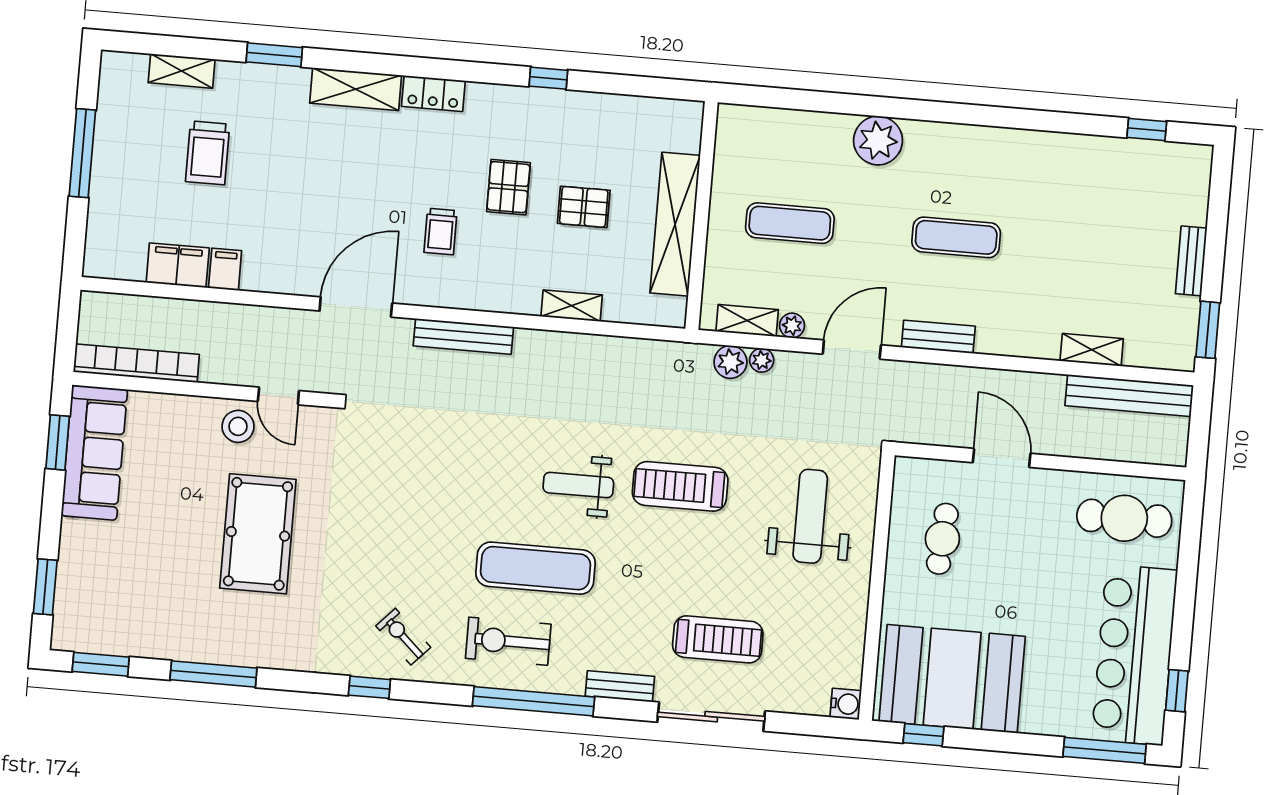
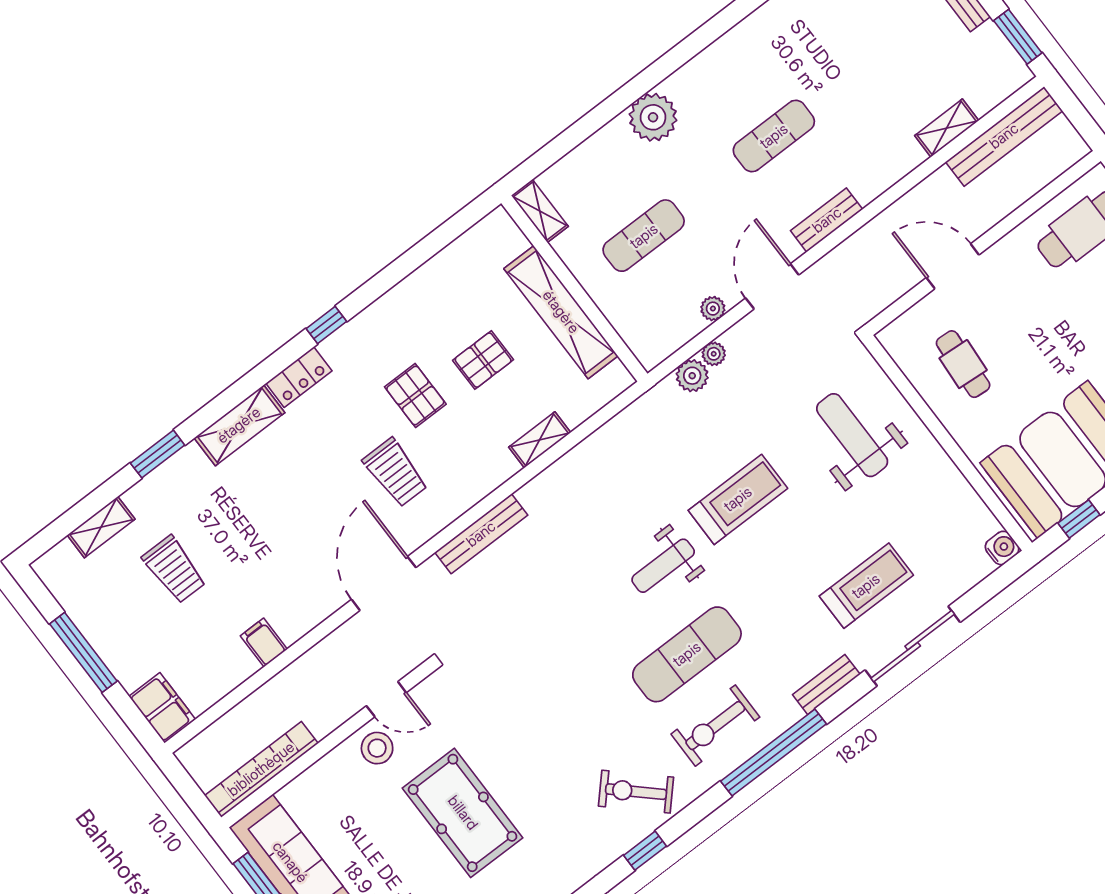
window: (548, 78) -> (326, 325), moved
trolley: (441, 231) -> (395, 473), width x1.36, depth x1.39
filing cabinet: (178, 265) -> (162, 708), moved, turned 90
shelving: (747, 321) -> (540, 211), moved, turned 90
treadmill: (680, 486) -> (738, 499), turned 180
exercise bike: (403, 637) -> (636, 792), width x1.38, depth x1.39

